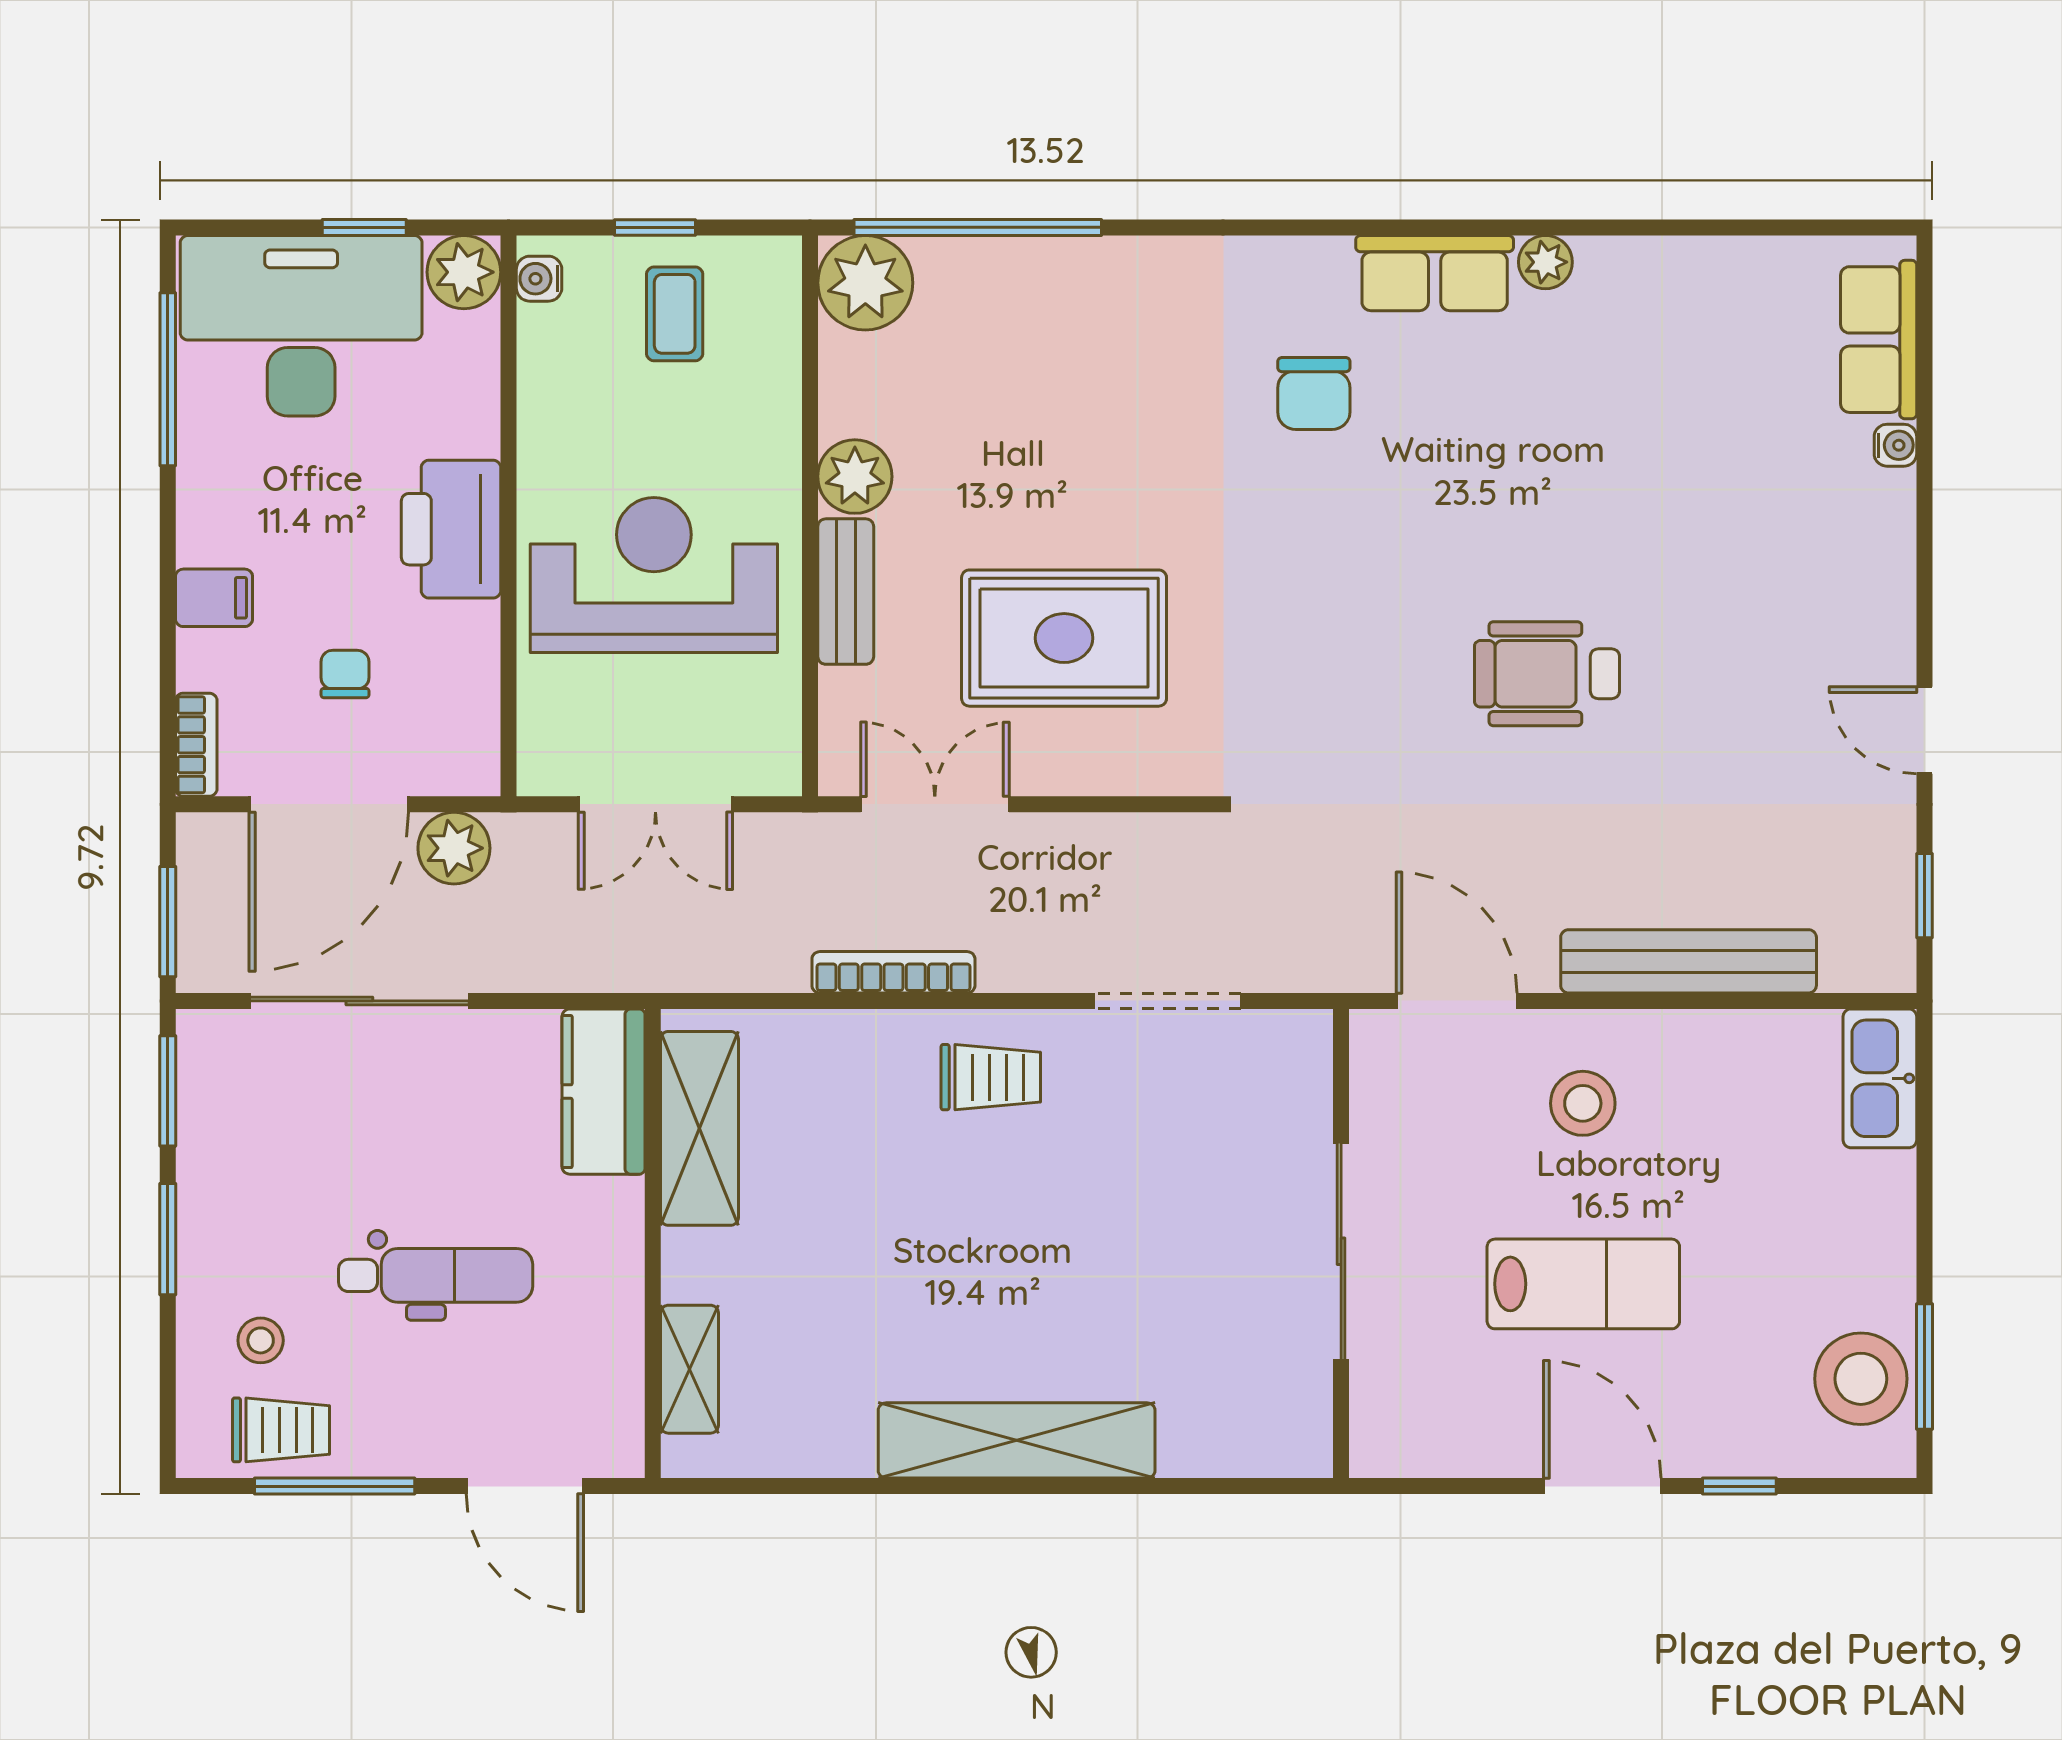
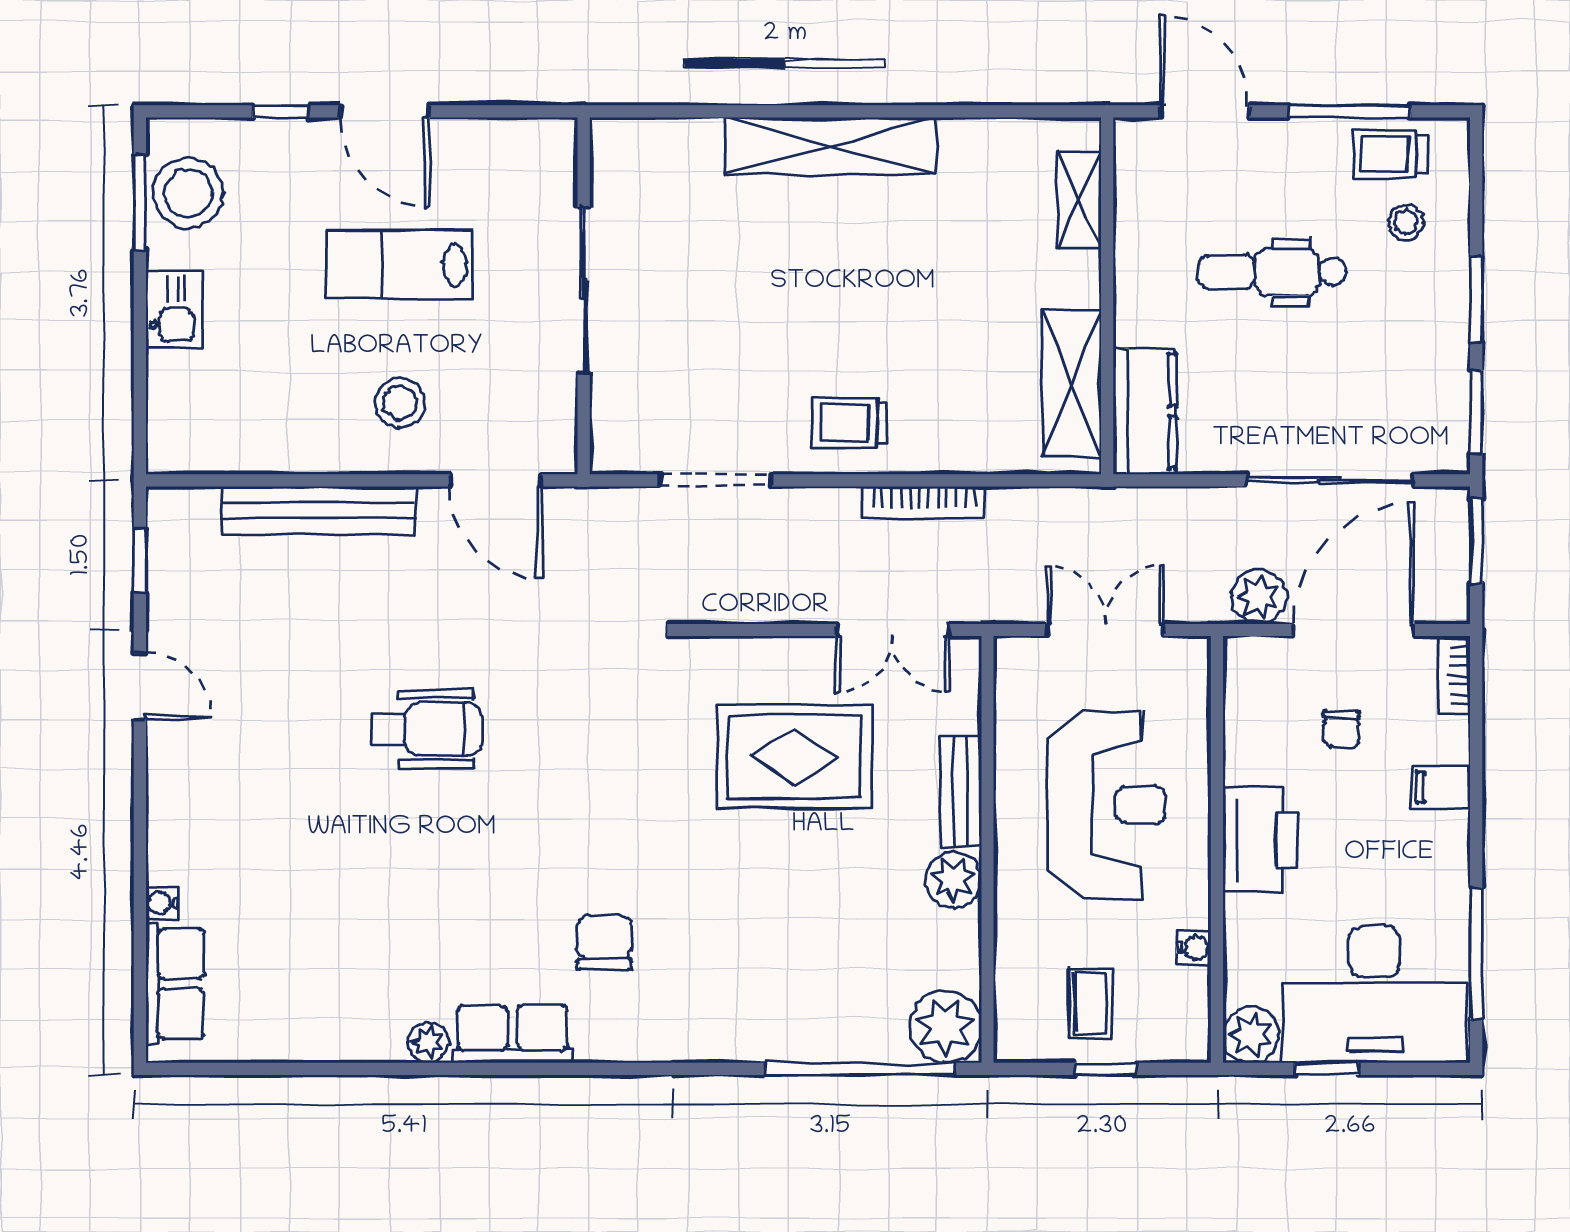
water cooler: (539, 279) -> (1194, 948), moved
reception desk: (654, 575) -> (1106, 804), turned -90
kitchen sink: (1880, 1078) -> (174, 310), moved, width x0.73

